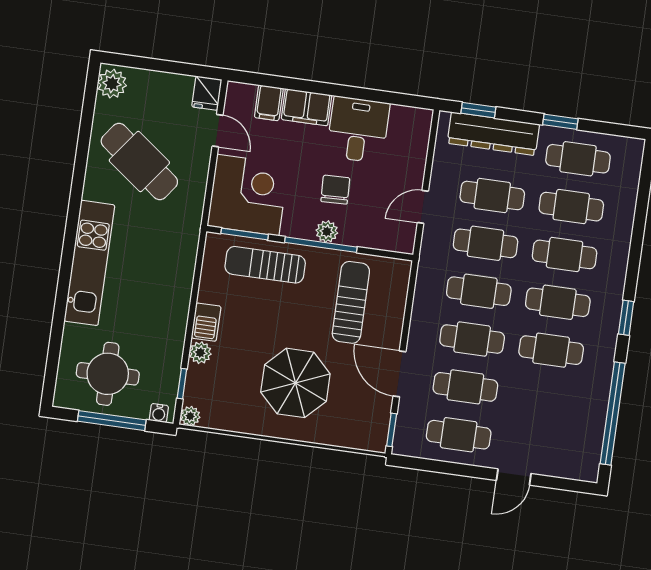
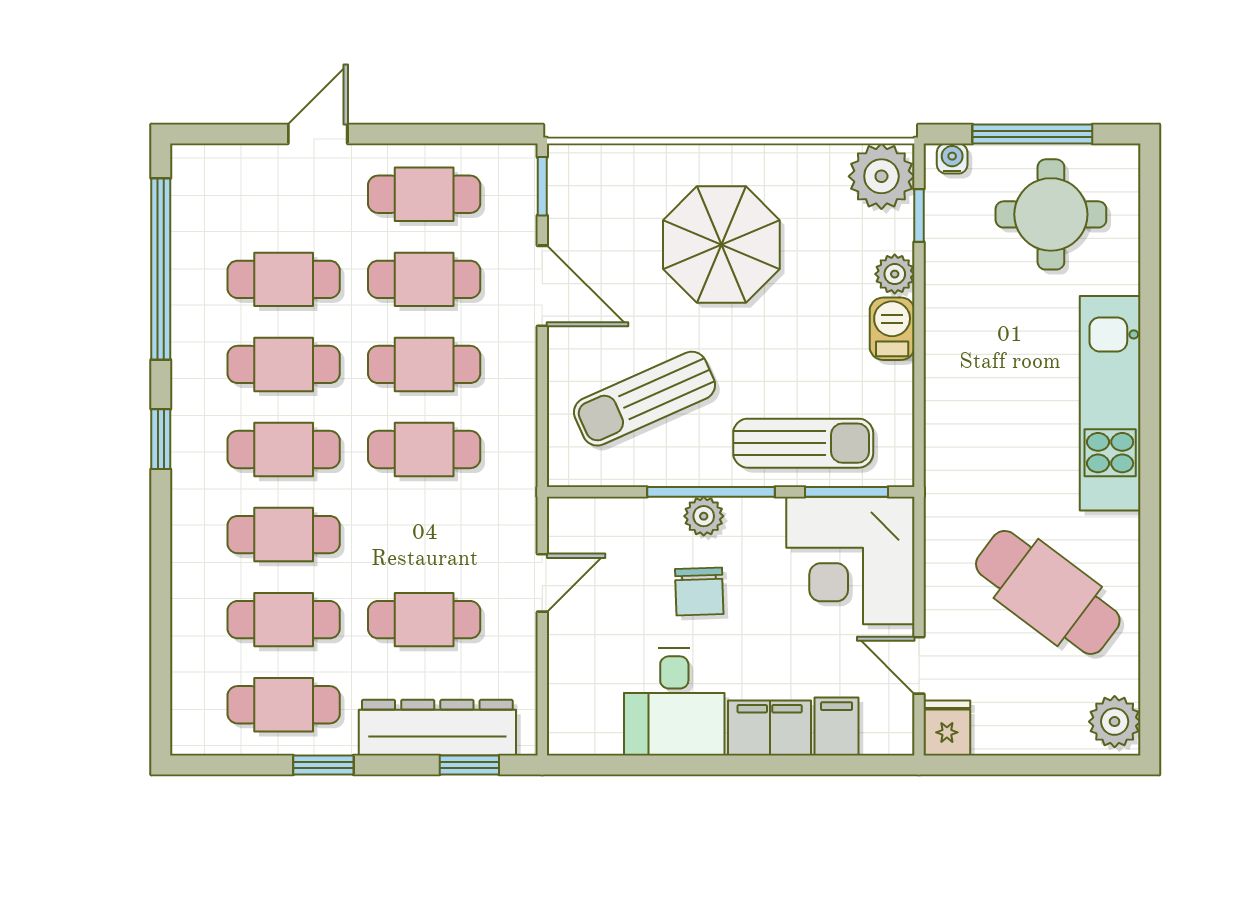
cafe table: (486, 243) -> (284, 279), moved
sun lounger: (351, 302) -> (645, 399), turned 66
plant: (190, 416) -> (881, 176), width x1.88, depth x1.88

